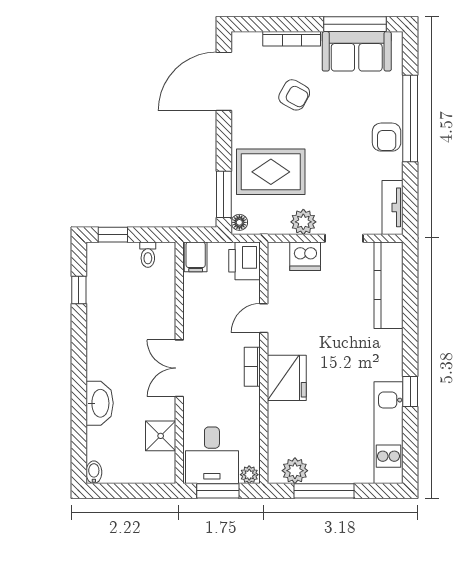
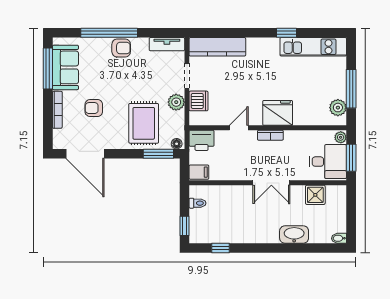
armchair: (294, 95) -> (94, 108), turned -119
door: (264, 318) -> (239, 128), swing flipped

